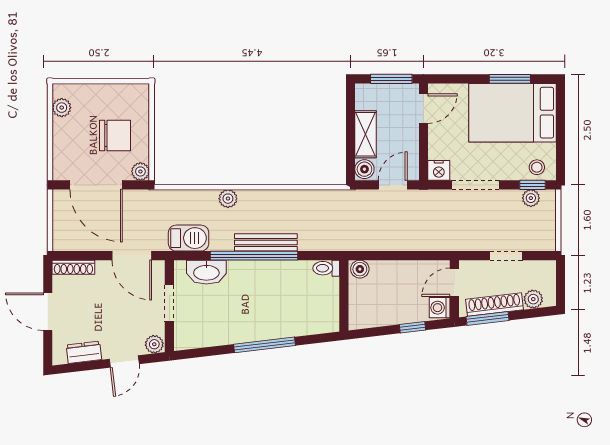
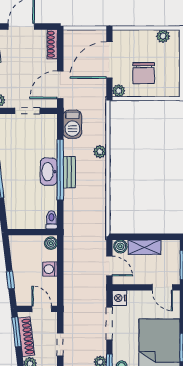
bench: (266, 242) -> (69, 172), width x0.73
washbasin: (206, 272) -> (49, 172), moved
washing machine: (440, 308) -> (50, 269), moved, turned -90

